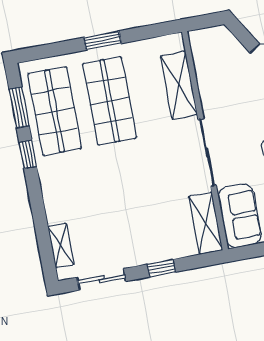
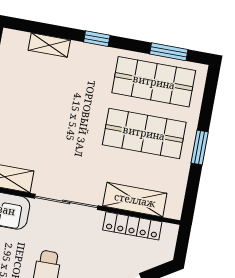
locker: (206, 78) -> (132, 226), added
window: (28, 154) -> (97, 39), moved
shelving: (61, 246) -> (49, 45), moved

